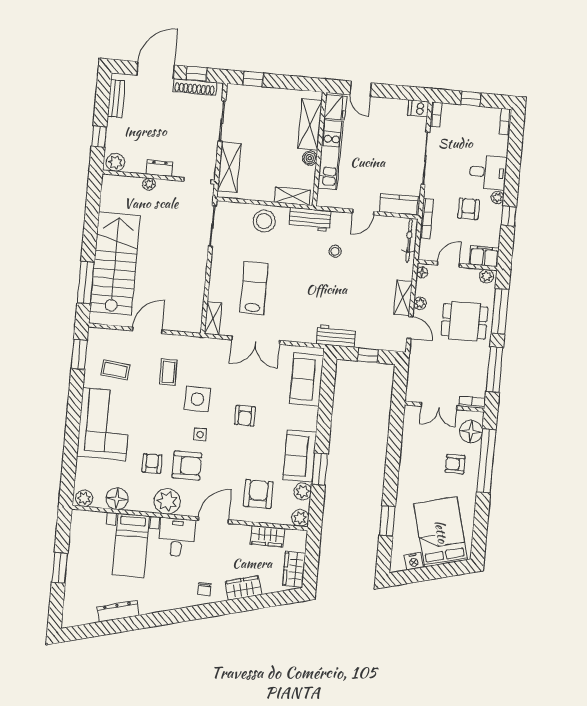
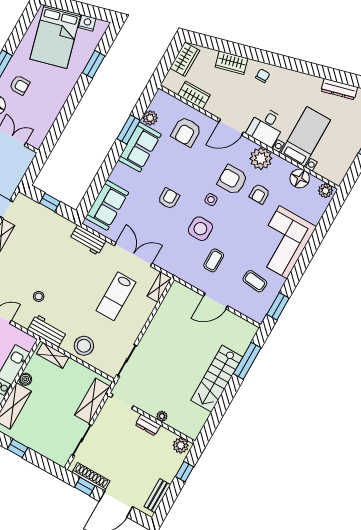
window: (253, 79) -> (18, 448), moved
stairs: (115, 263) -> (217, 379), width x0.73, depth x0.66
workbench: (336, 336) -> (88, 240), moved
plant: (300, 518) -> (161, 98), removed

